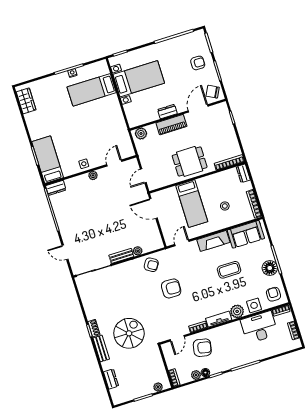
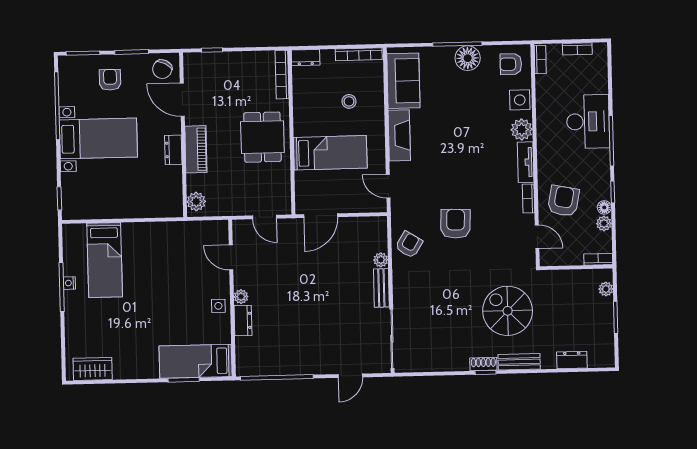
bed with nightstands: (139, 79) -> (98, 138), moved, turned 90
dresser: (56, 188) -> (243, 320), moved
coffee table: (229, 270) -> (452, 124), removed
desk: (259, 327) -> (588, 122), moved, turned 180

